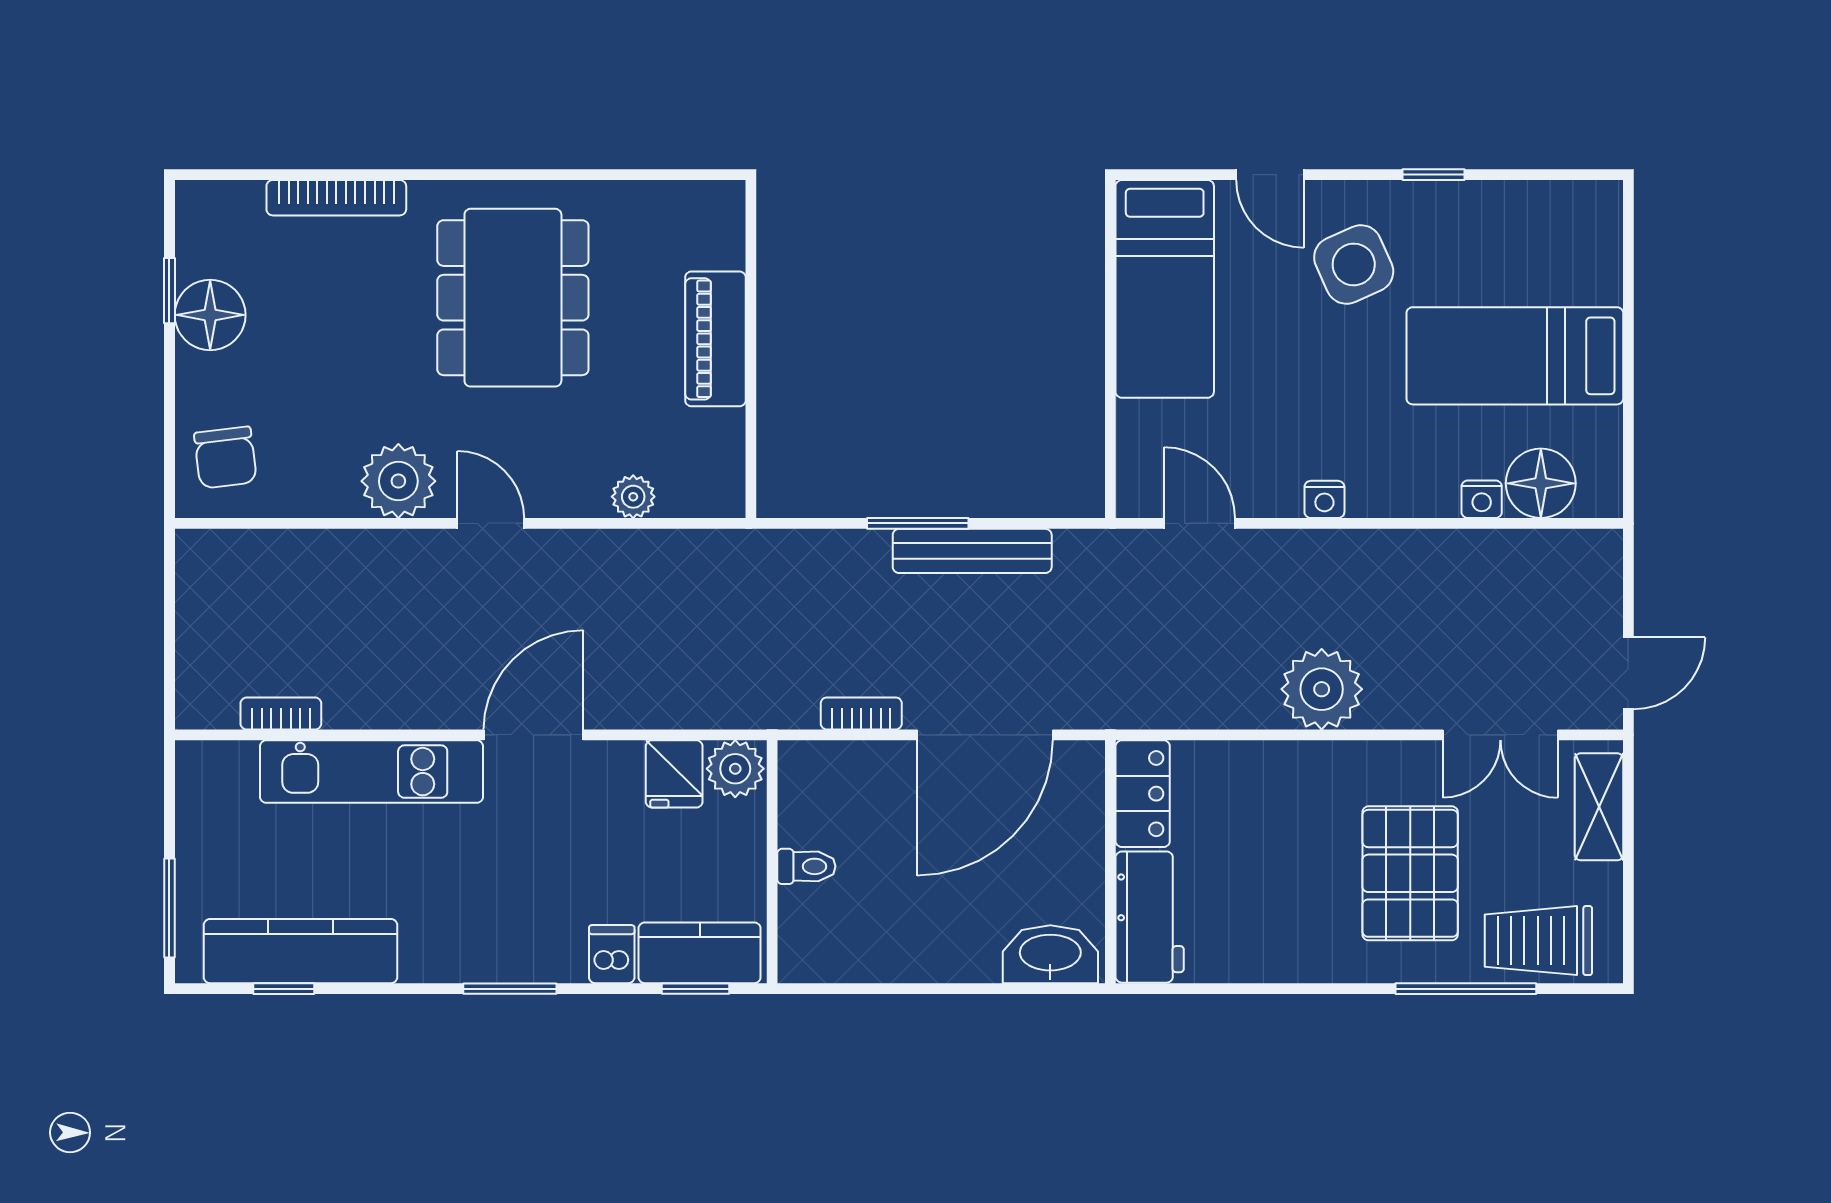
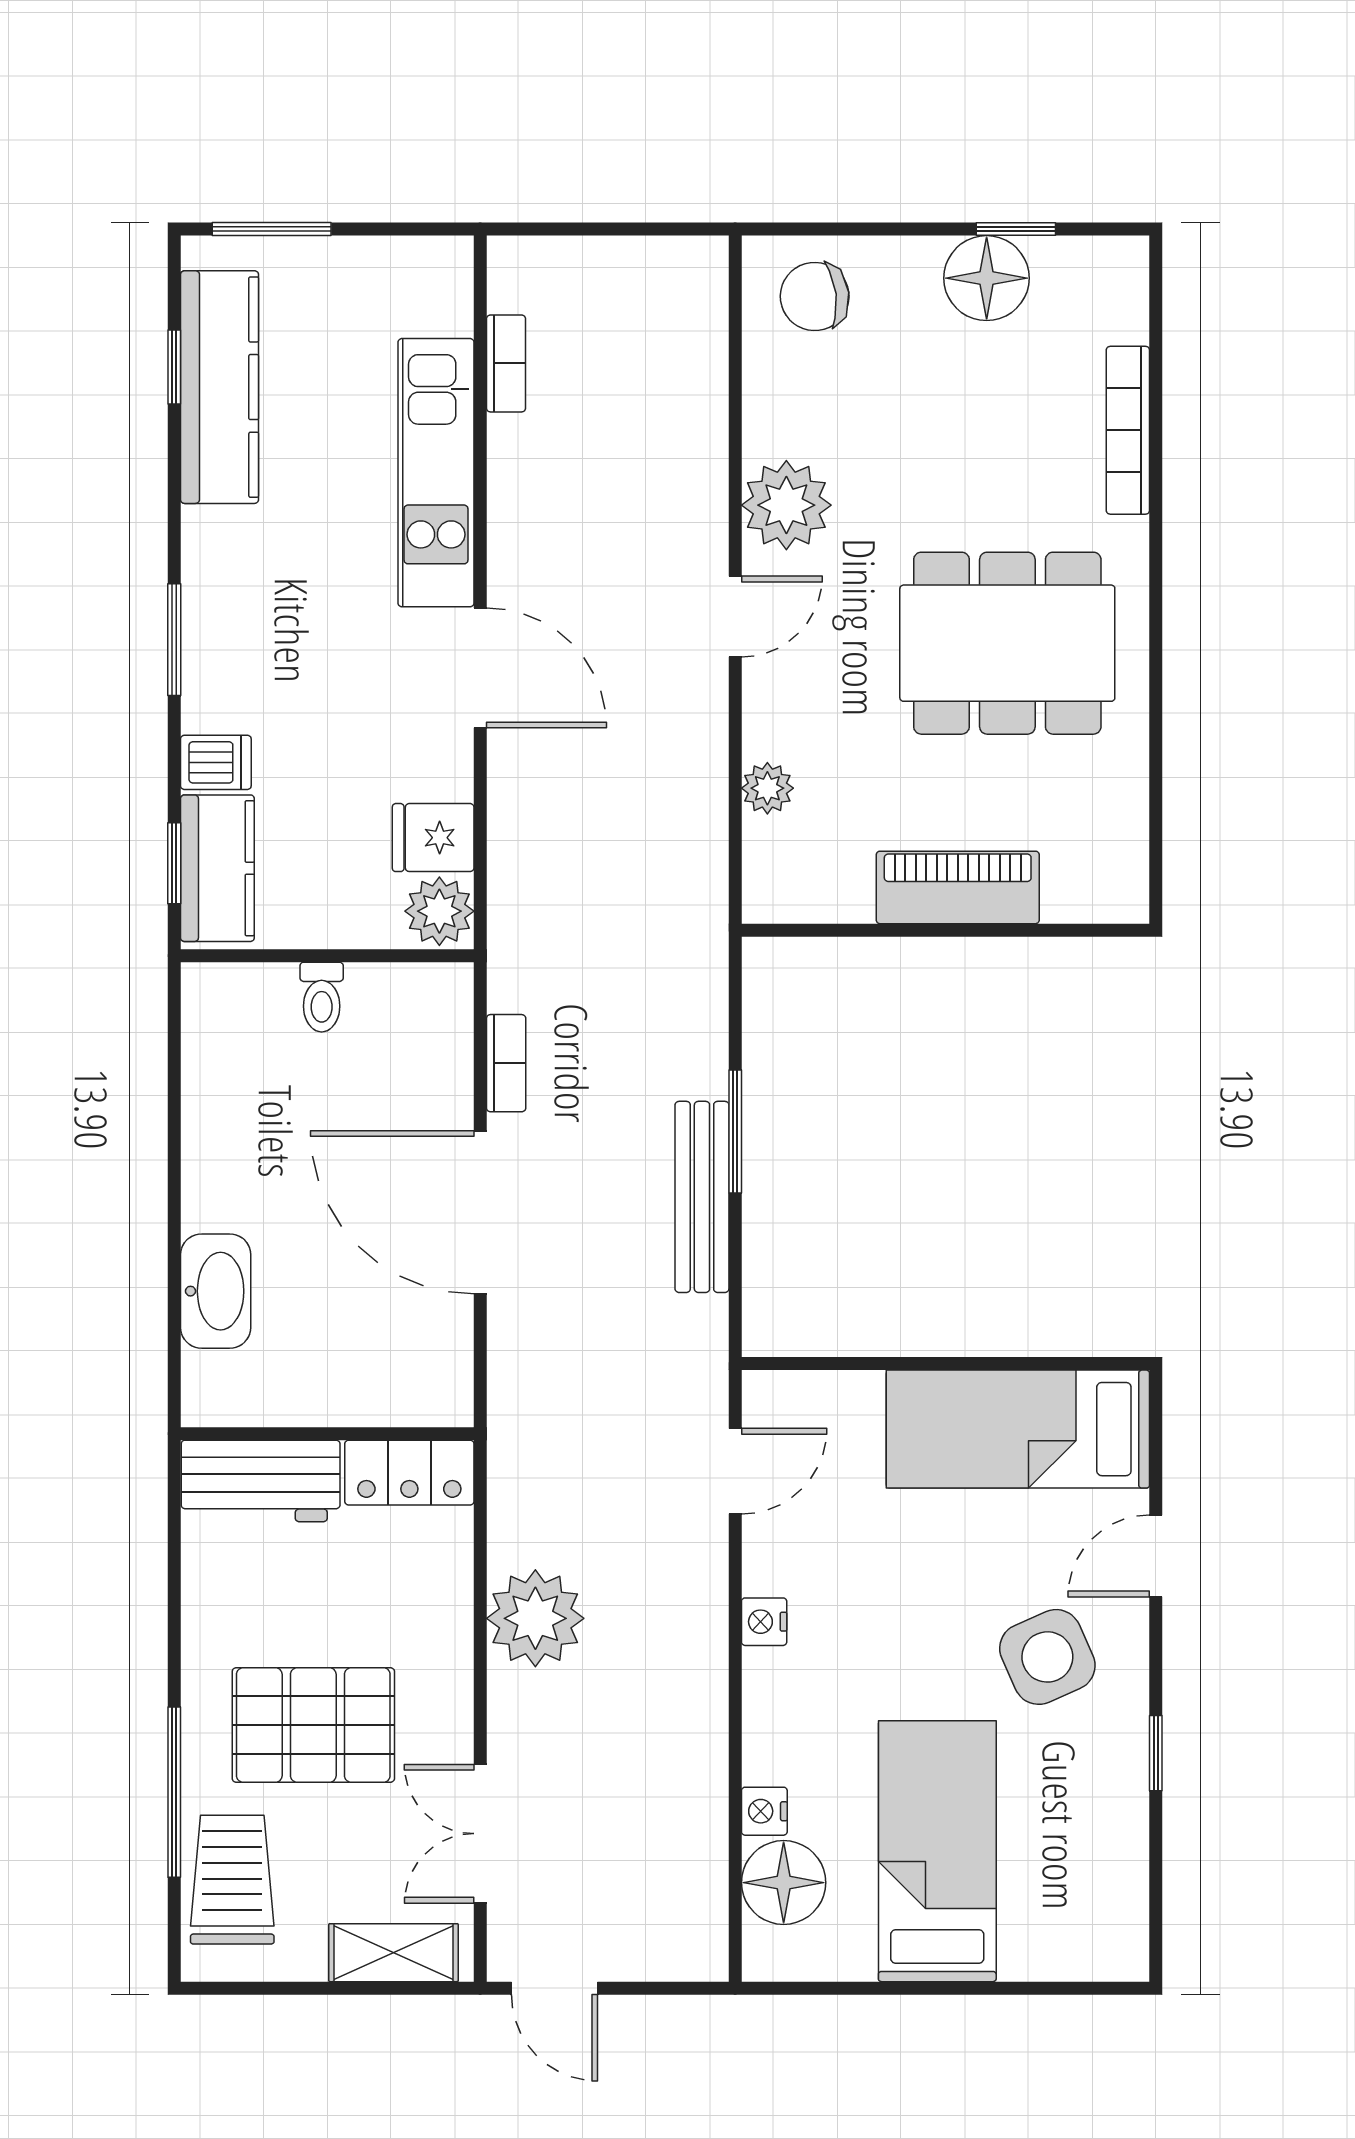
locker: (1143, 794) -> (409, 1473), moved
wall: (1110, 862) -> (327, 1434), moved
workbench: (1150, 917) -> (261, 1481), moved

